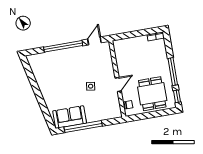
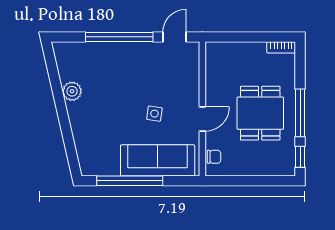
plant: (42, 82) -> (72, 91), added
dining table: (152, 94) -> (260, 113), moved
sofa: (70, 117) -> (158, 160), moved, width x1.36

